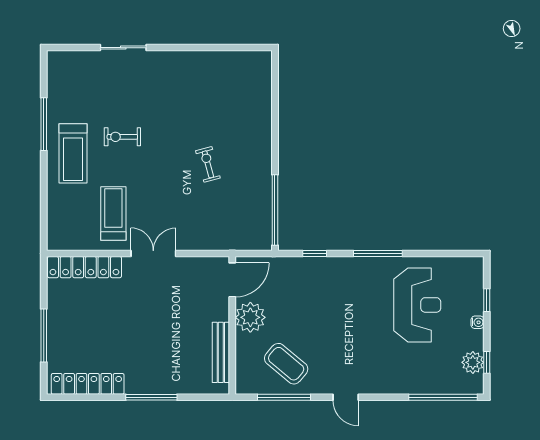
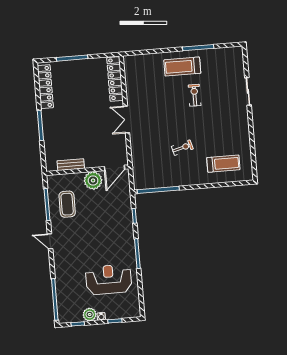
treadmill: (113, 213) -> (223, 164), moved
double door: (153, 253) -> (126, 119), swing flipped
door: (232, 280) -> (114, 168), hinge flipped
reception desk: (417, 305) -> (109, 280), turned 180
bench: (221, 352) -> (71, 165), width x0.73
plant: (473, 362) -> (90, 314), moved
coffee table: (286, 364) -> (67, 204), turned -40
door: (346, 397) -> (50, 241), hinge flipped

